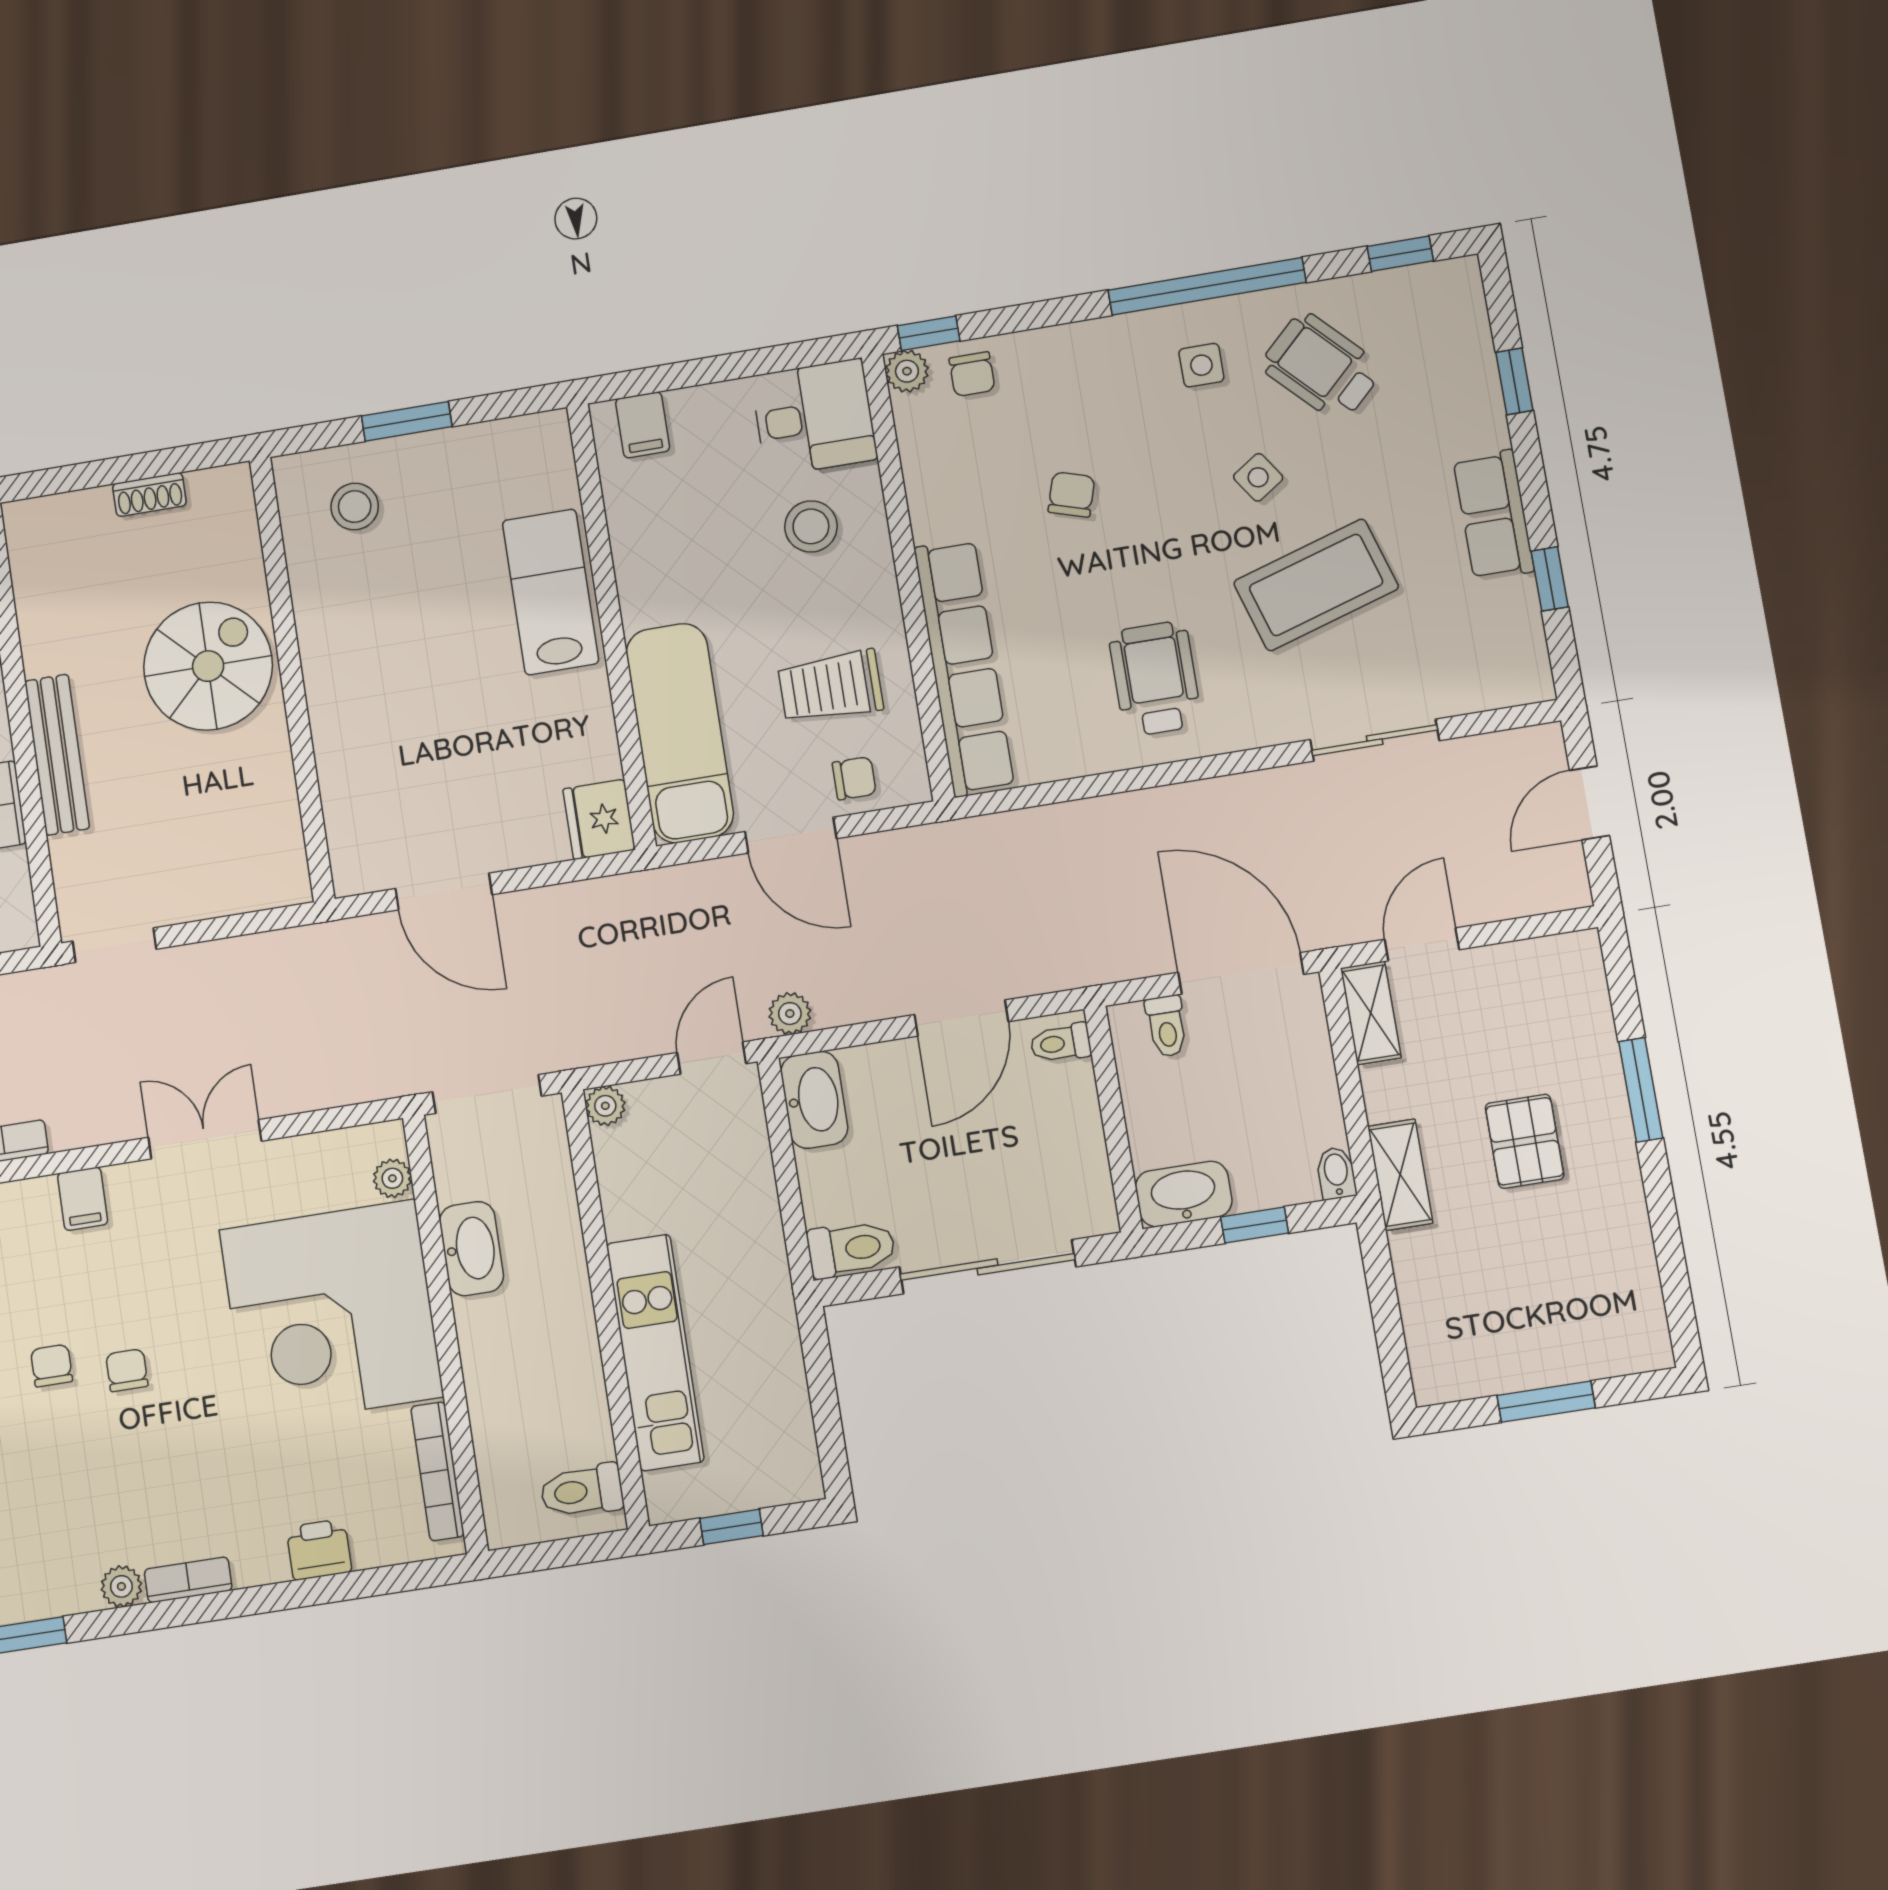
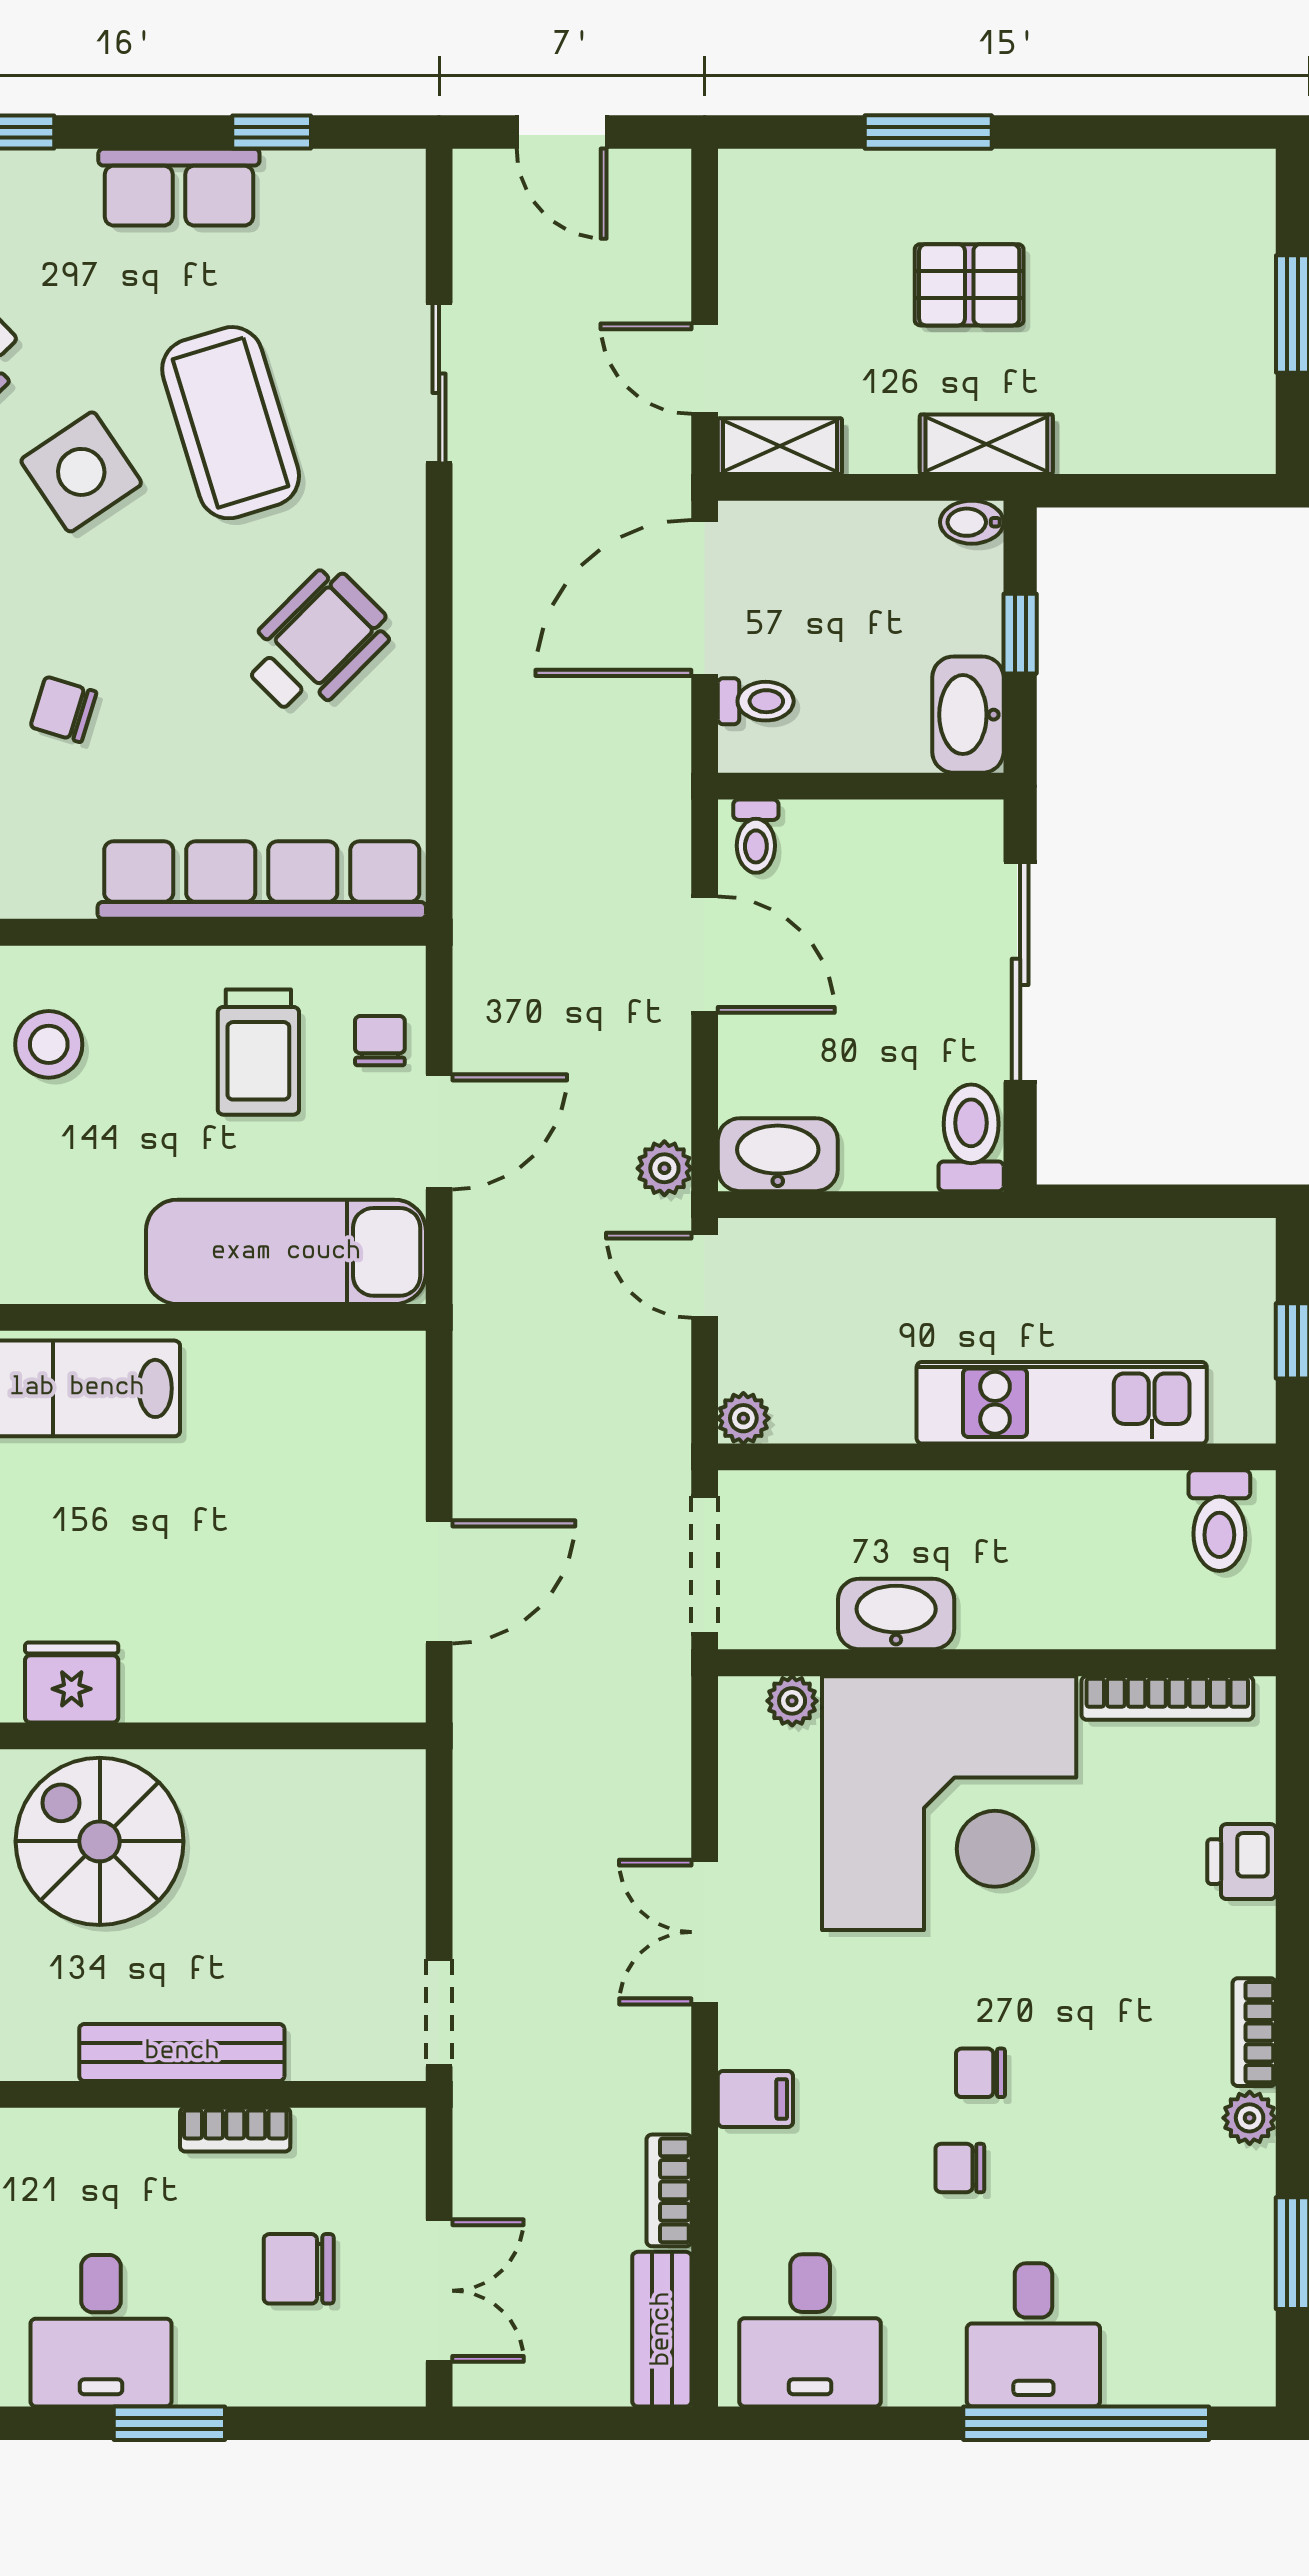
side table: (1258, 477) -> (81, 472), width x1.87, depth x1.87
wheelchair: (1155, 679) -> (316, 643), turned 135
fridge: (599, 819) -> (72, 1682), moved, turned 180

